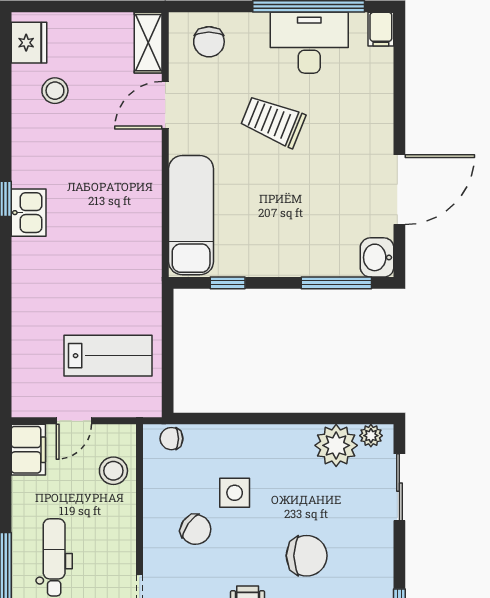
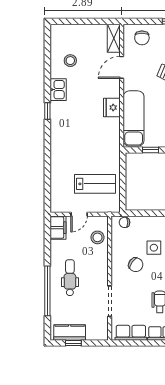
fridge: (29, 43) -> (112, 108), moved, turned 180
kitchen sink: (29, 213) -> (58, 90), moved

